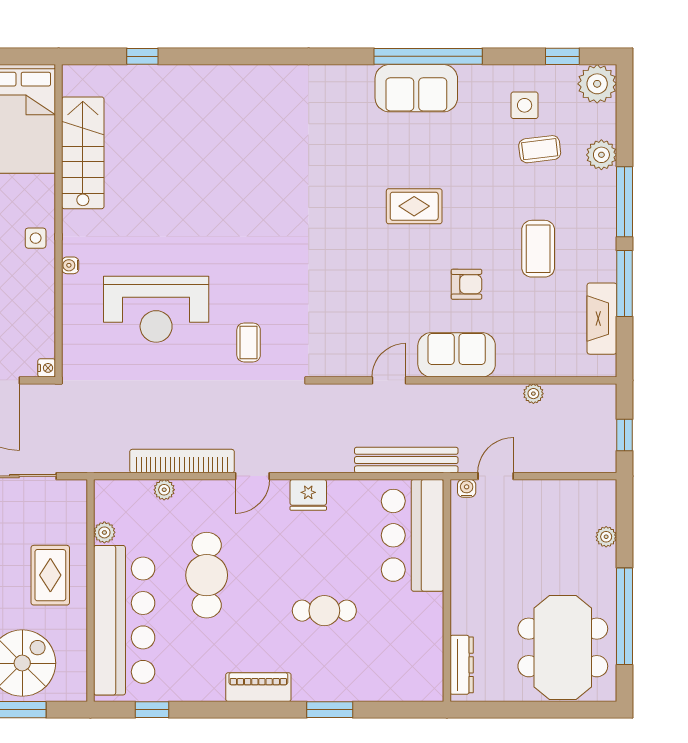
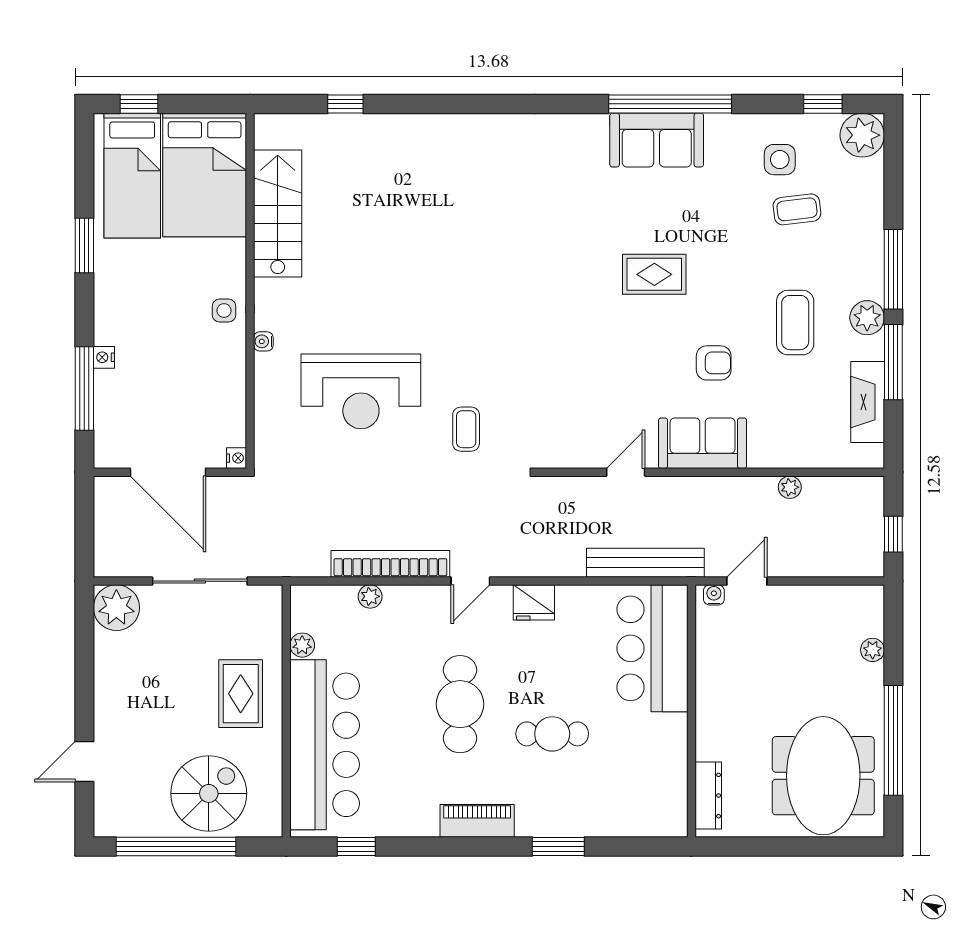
plant: (601, 155) -> (867, 318), moved
cafe table: (207, 575) -> (460, 704), moved

